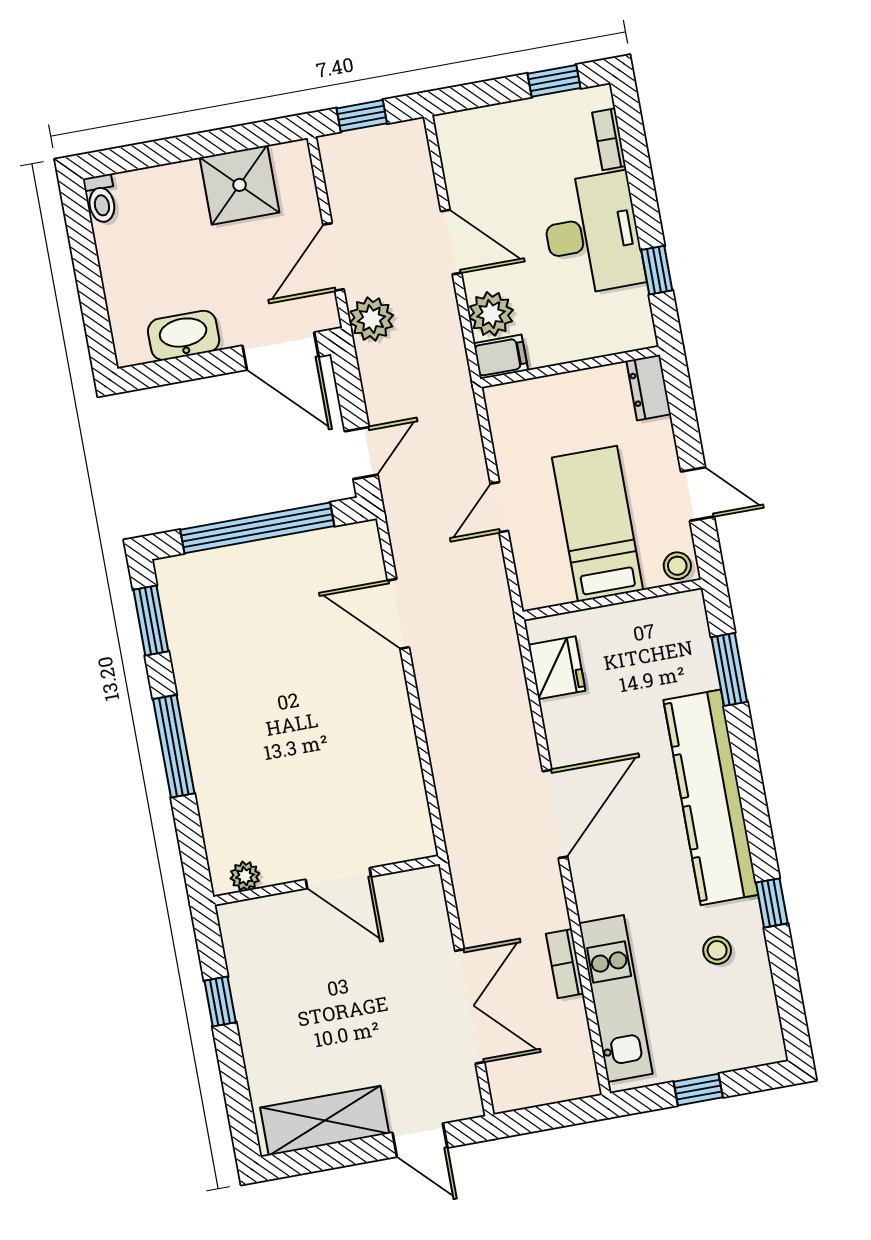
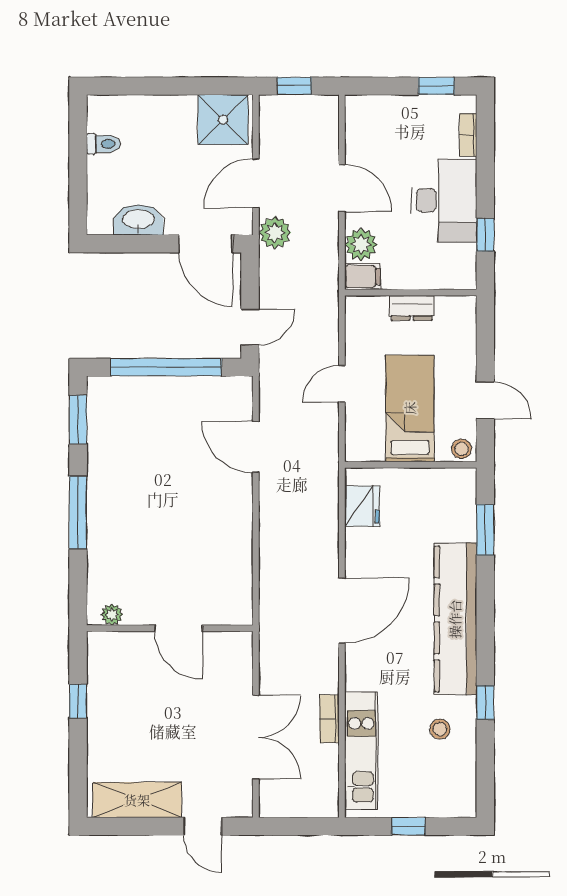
shower: (240, 185) -> (223, 120), moved
toilet: (101, 199) -> (103, 144), moved, turned -90
dresser: (649, 387) -> (412, 308), moved, turned -90

